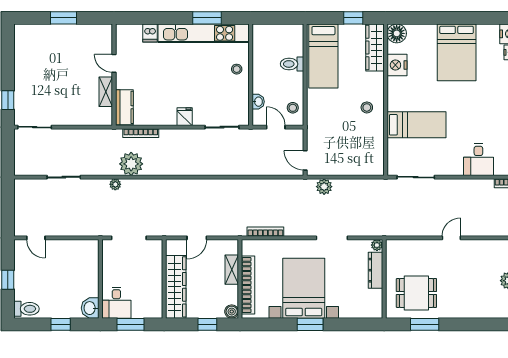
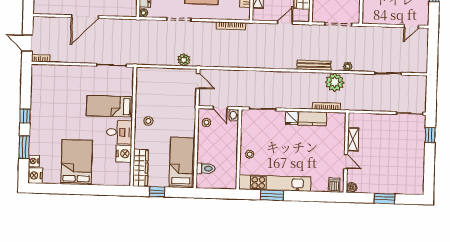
boiler: (106, 30) -> (351, 188), added
dishwasher: (150, 33) -> (334, 185), moved
floor lamp: (397, 33) -> (123, 178), removed
toilet: (292, 64) -> (206, 169), moved
washbasin: (258, 102) -> (234, 115), moved
kitchen counter: (124, 107) -> (312, 119), moved, turned -90
desk: (478, 160) -> (119, 132), moved, turned 90
bench: (158, 185) -> (314, 65), added
door: (36, 238) -> (411, 26), swing flipped
door: (451, 238) -> (85, 17), width x1.88

